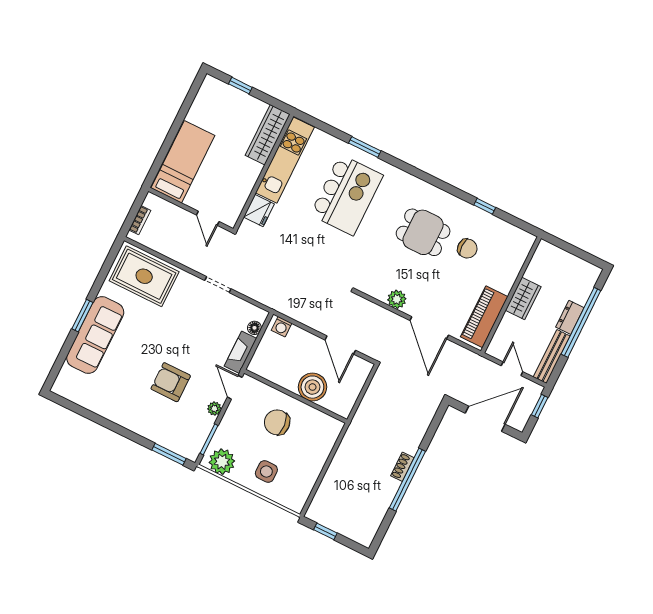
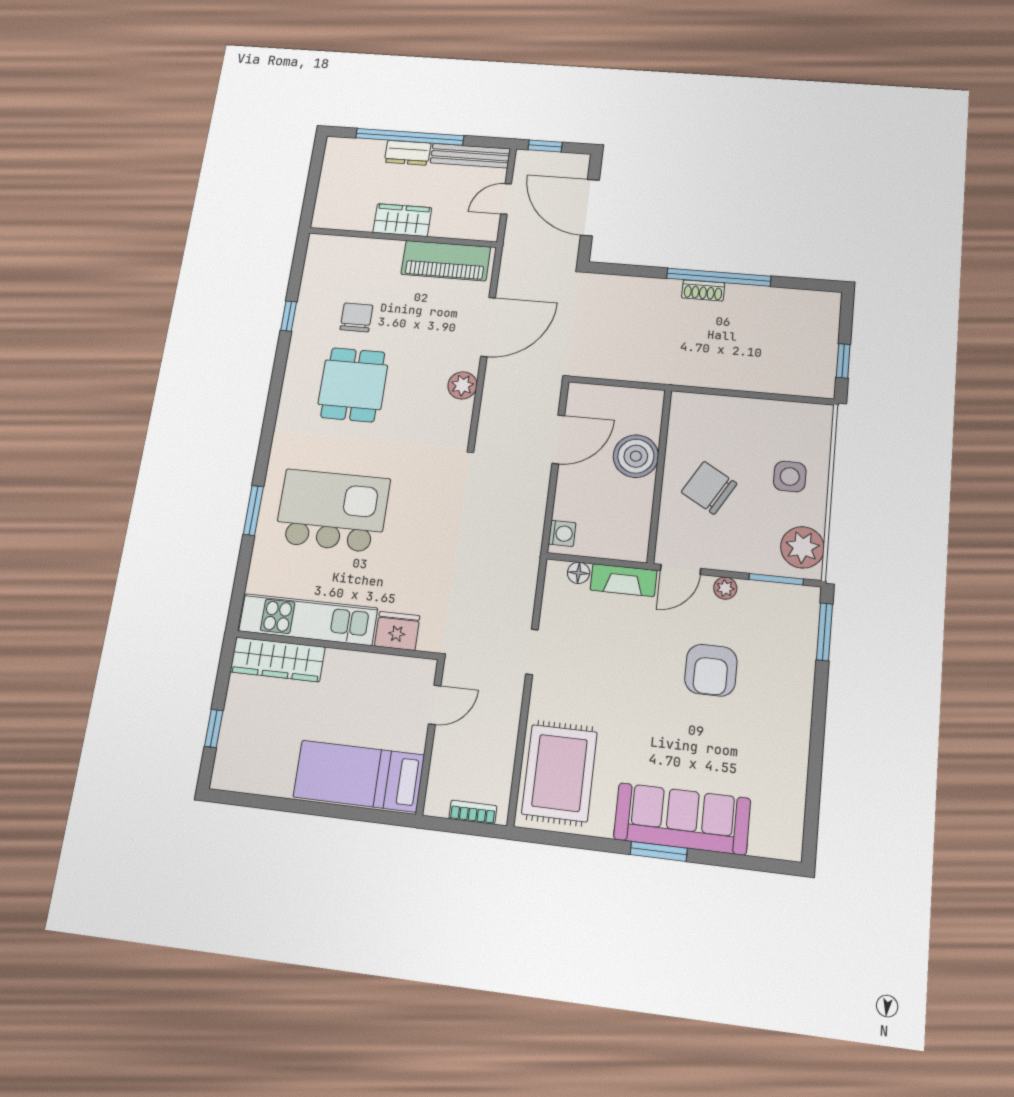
chair: (277, 422) -> (709, 488), turned 124

